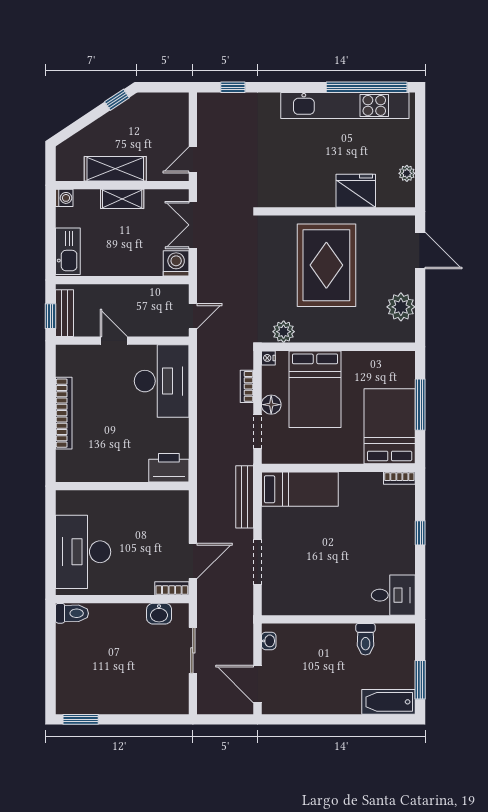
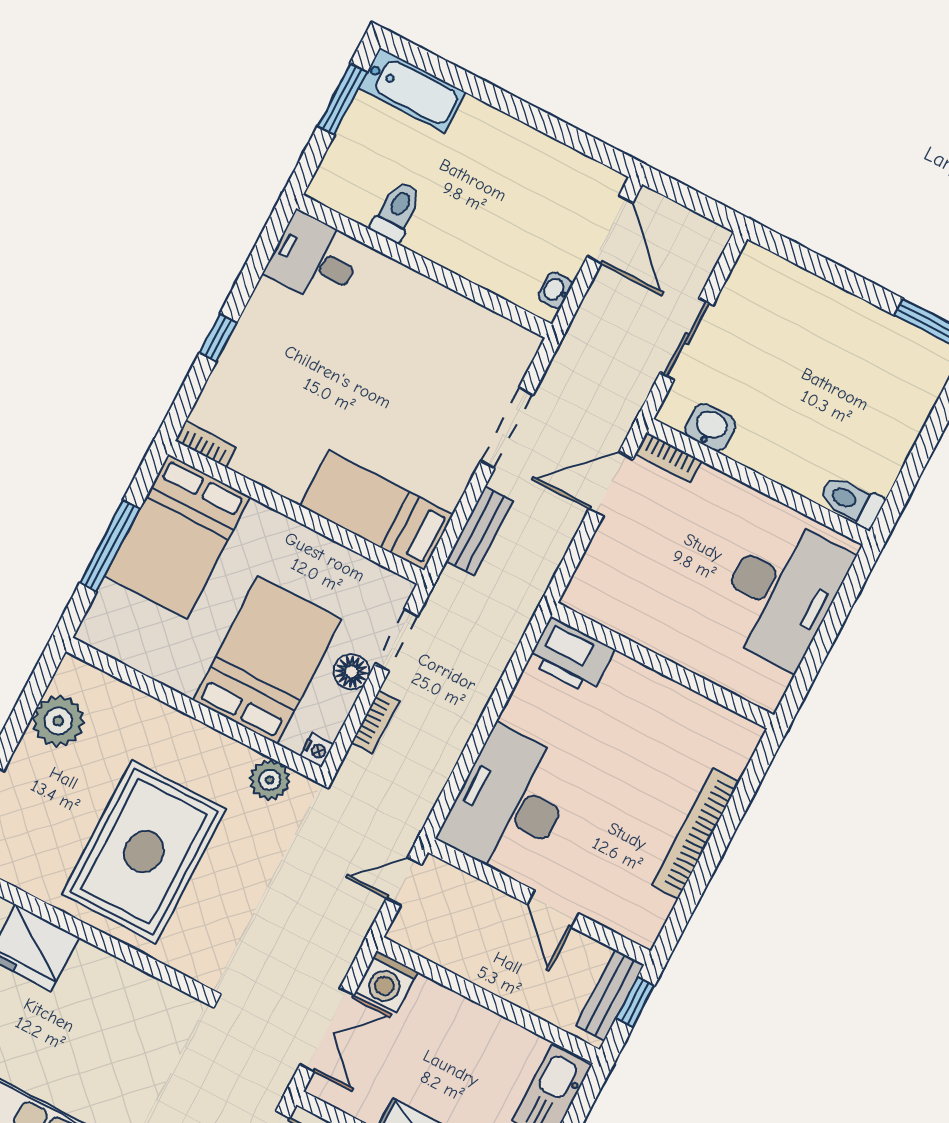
bench: (245, 497) -> (480, 531), width x0.73

